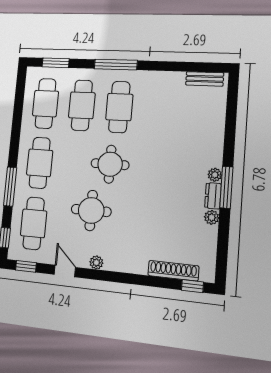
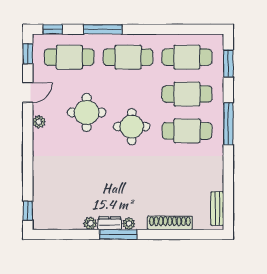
shoe rack: (173, 271) -> (170, 223), moved, turned -90

